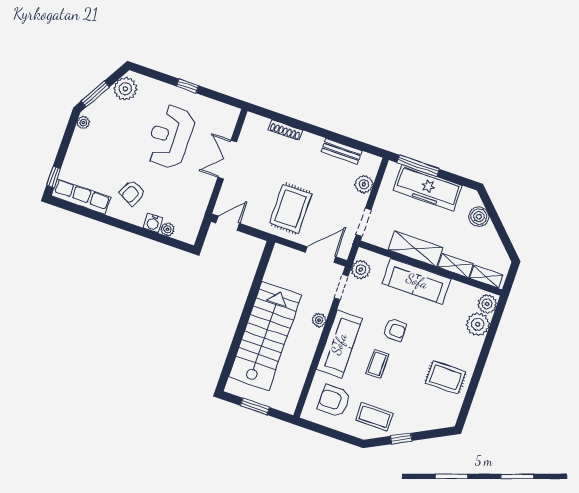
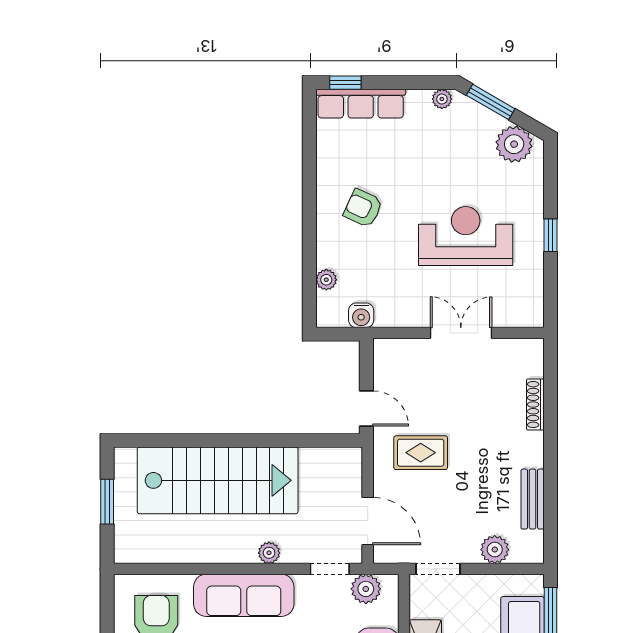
row of seats: (81, 197) -> (361, 104), moved, turned 90
rug: (291, 209) -> (421, 453), width x0.73, depth x0.70
water cooler: (153, 223) -> (361, 315), moved, turned -90
door: (228, 223) -> (366, 409), moved

